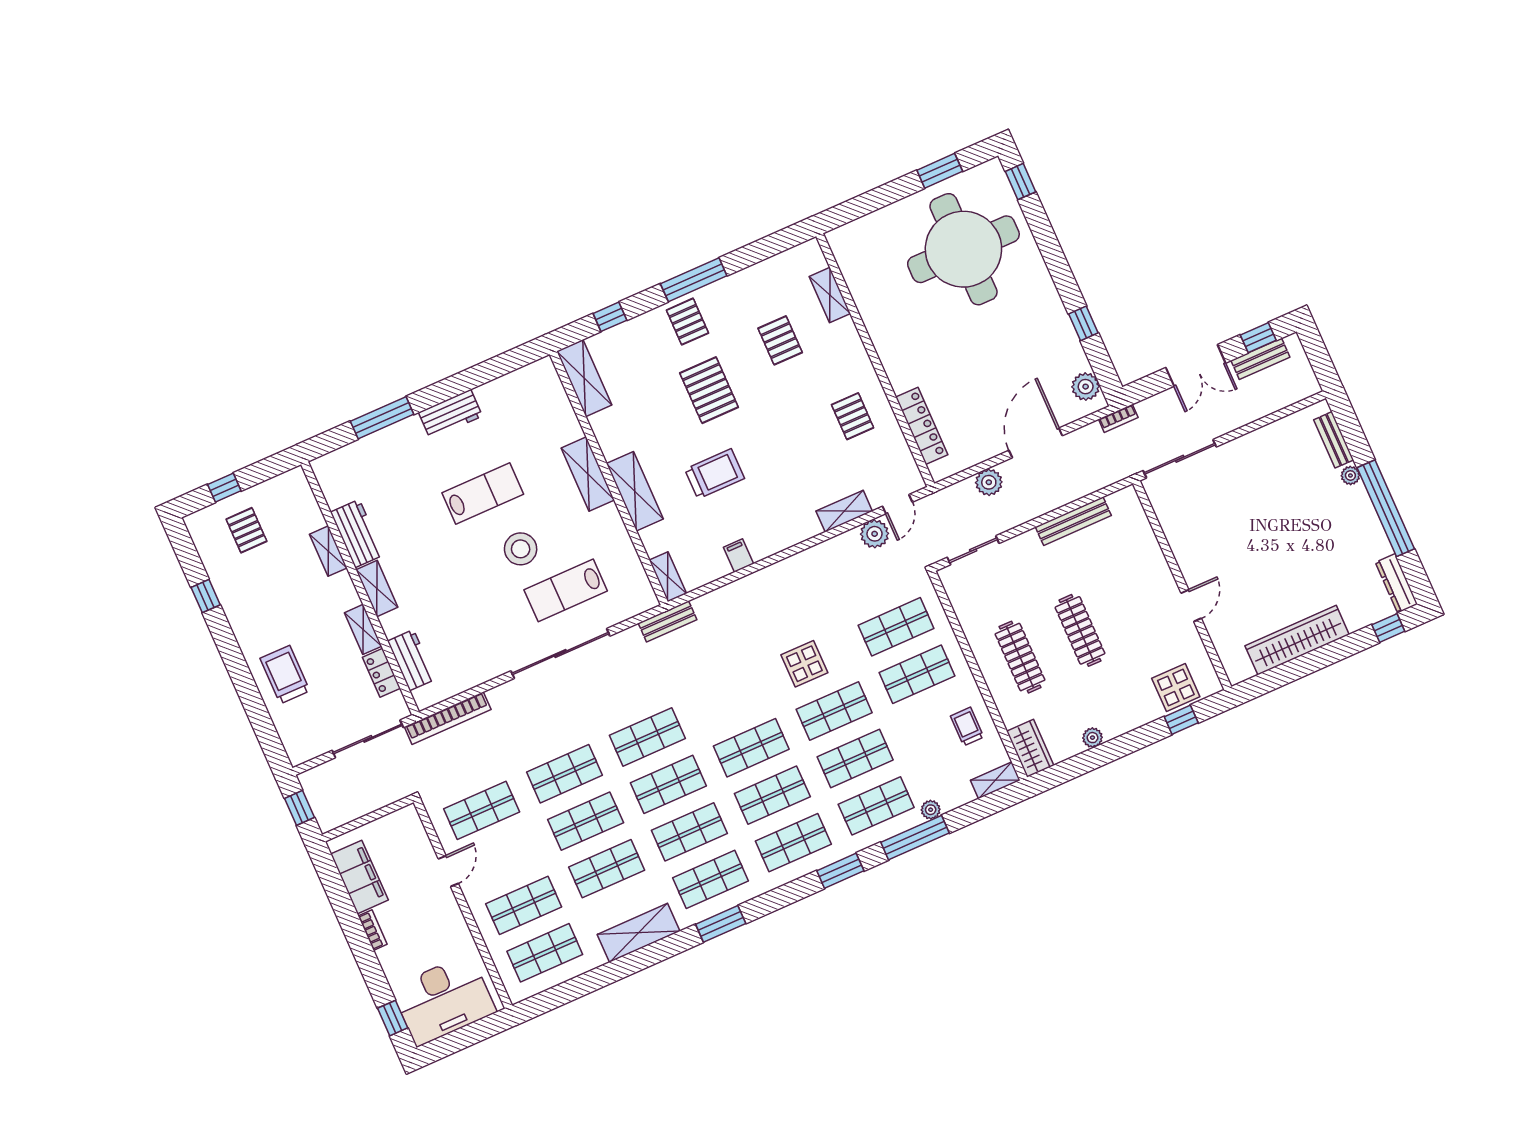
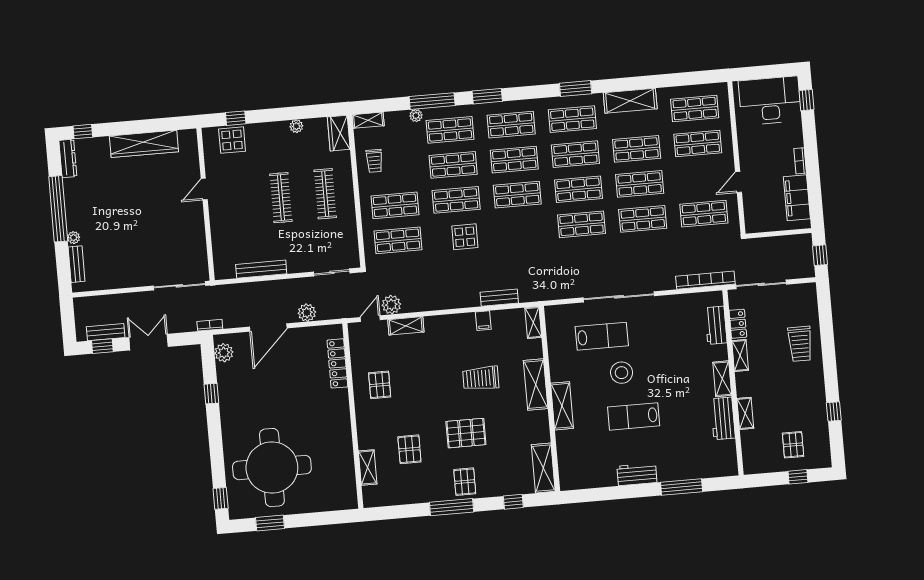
pallet: (709, 390) -> (466, 433), turned 90
bench: (668, 621) -> (499, 298), moved

